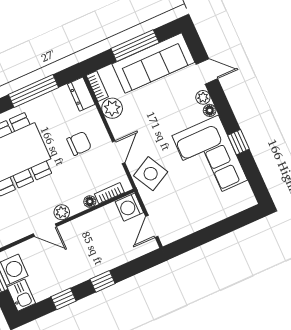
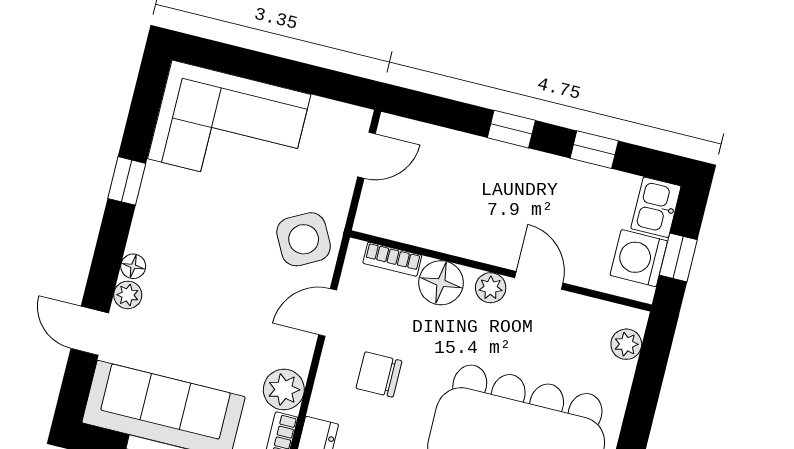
corner sofa: (210, 158) -> (229, 127), moved, turned 90
floor lamp: (90, 202) -> (441, 283), width x1.89, depth x1.89
washing machine: (129, 207) -> (378, 213), removed

